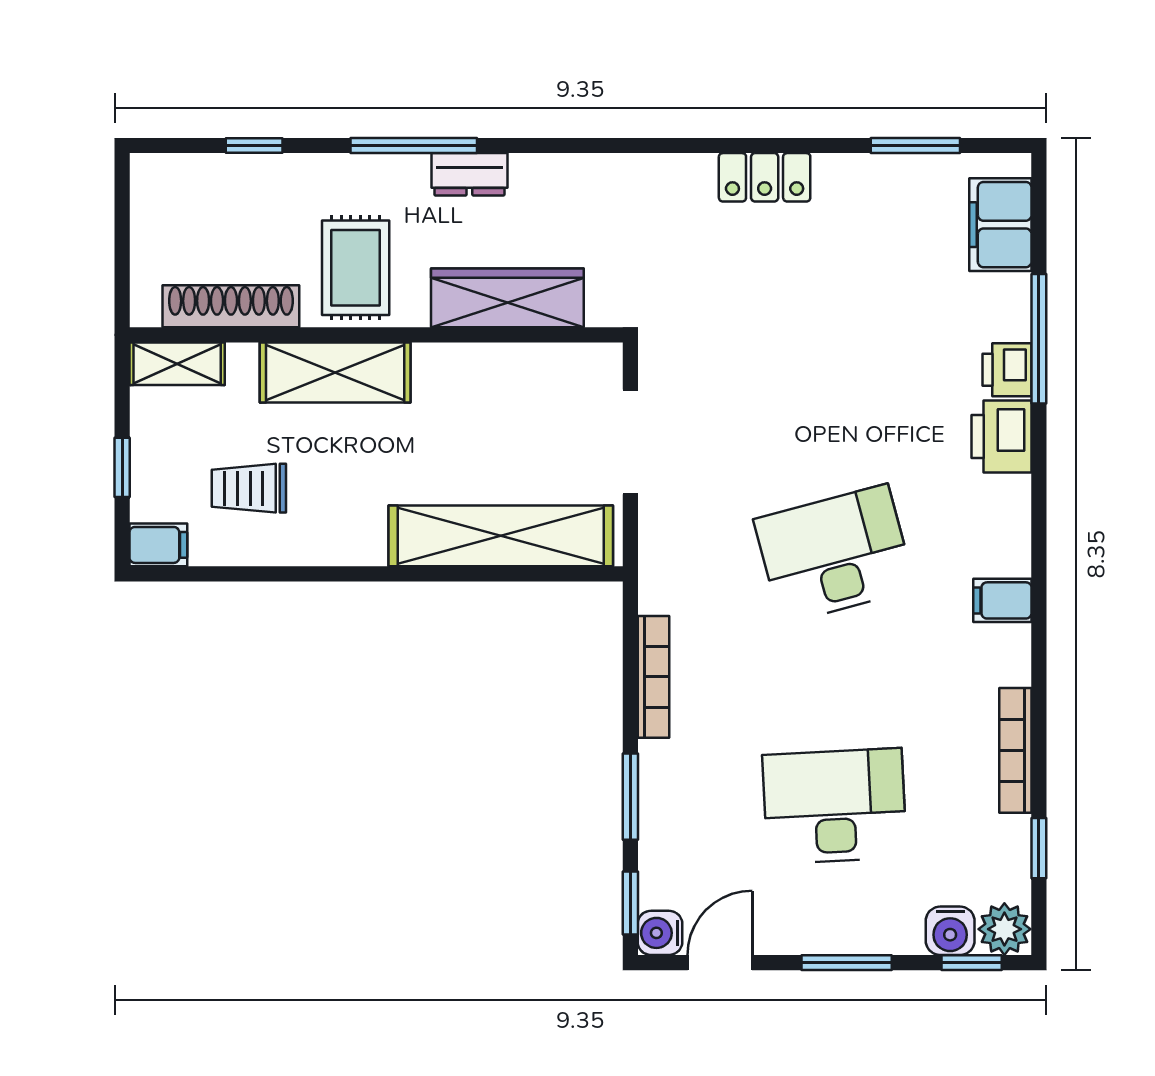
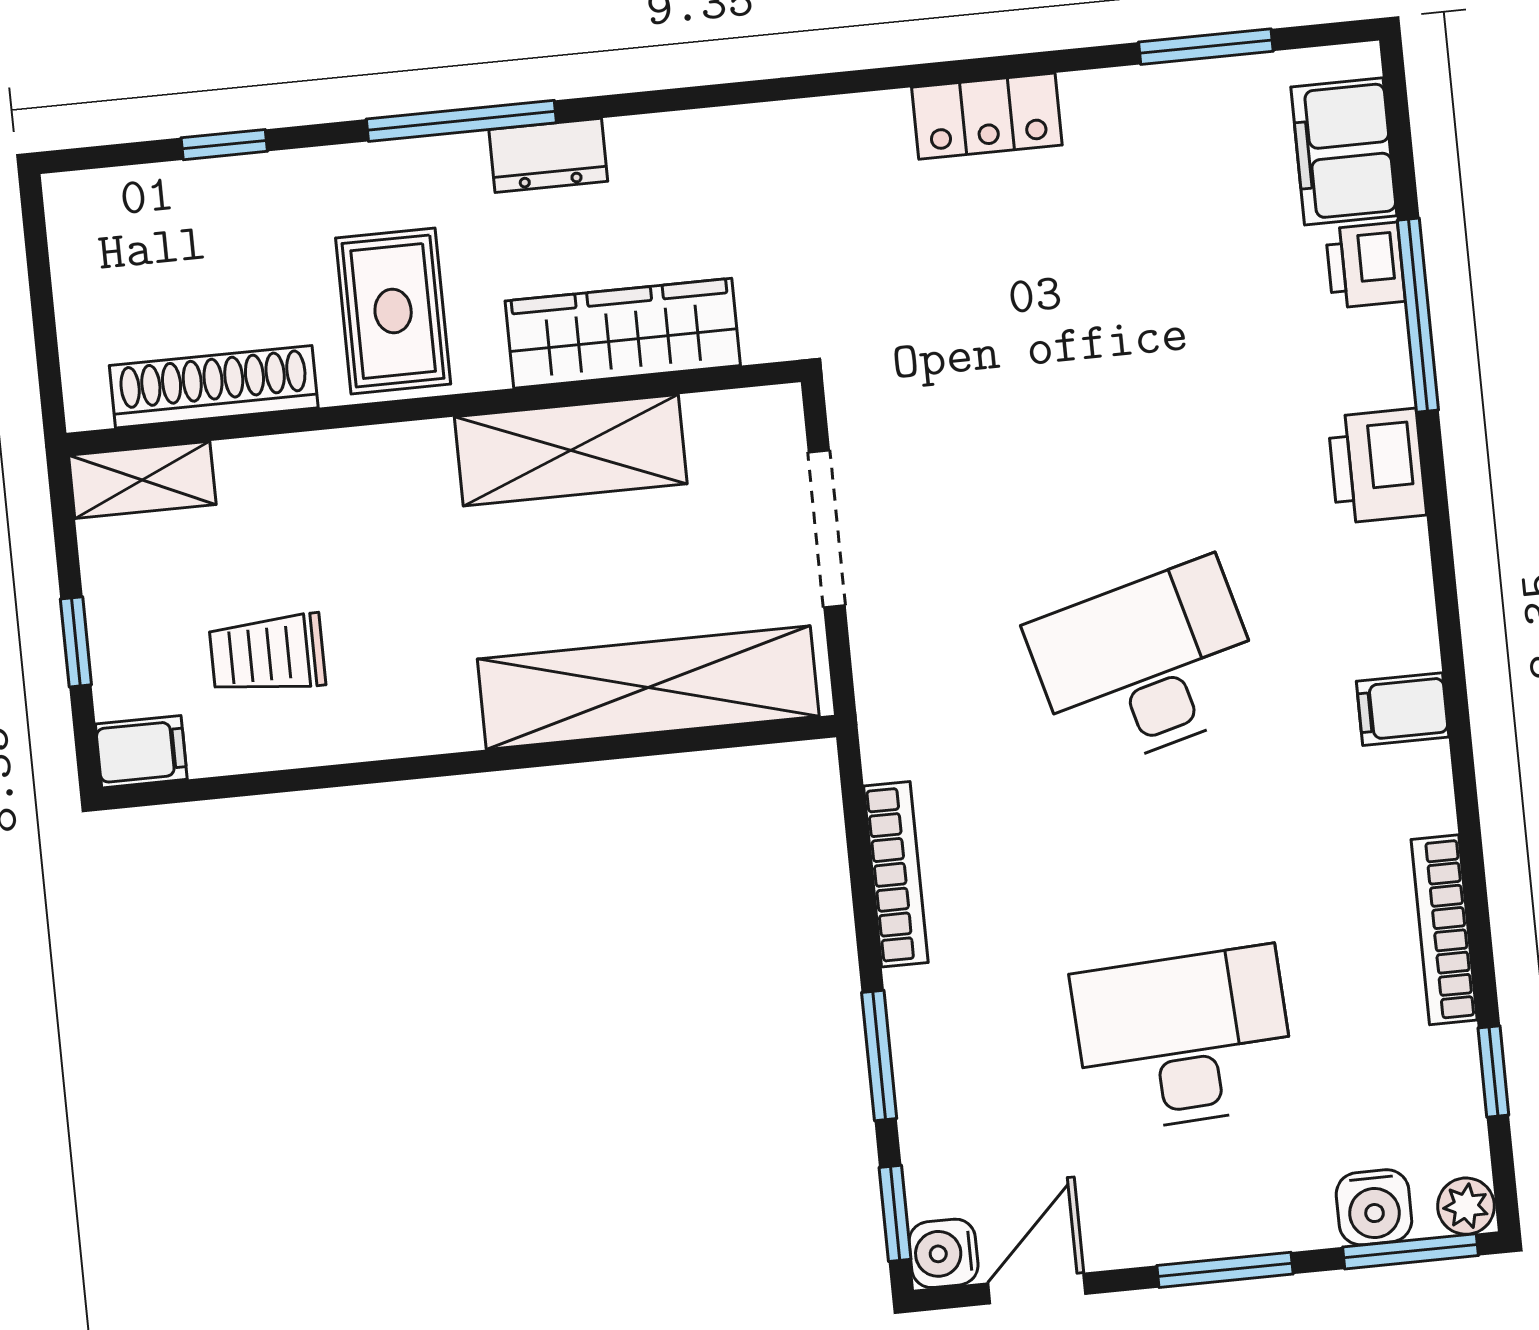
printer: (1007, 370) -> (1365, 265), moved
shelving: (335, 372) -> (571, 450), moved
plant: (1004, 929) -> (1466, 1206), width x0.73, depth x0.73
window: (972, 963) -> (1410, 1251), width x1.50

